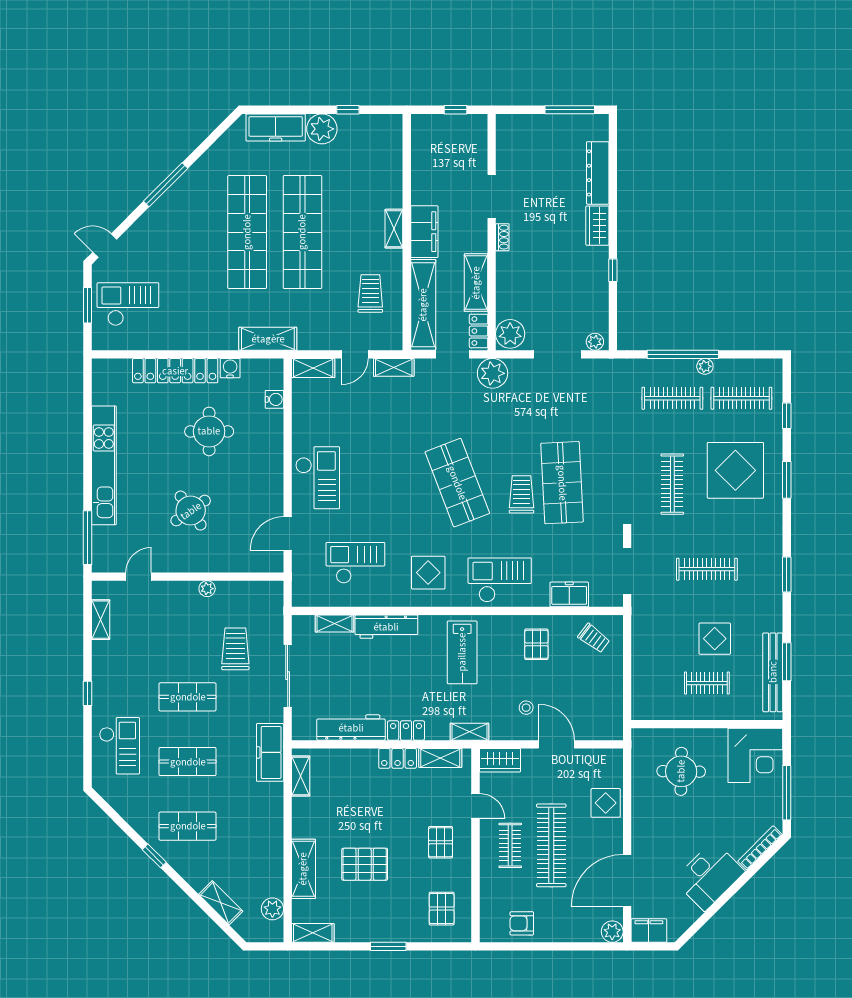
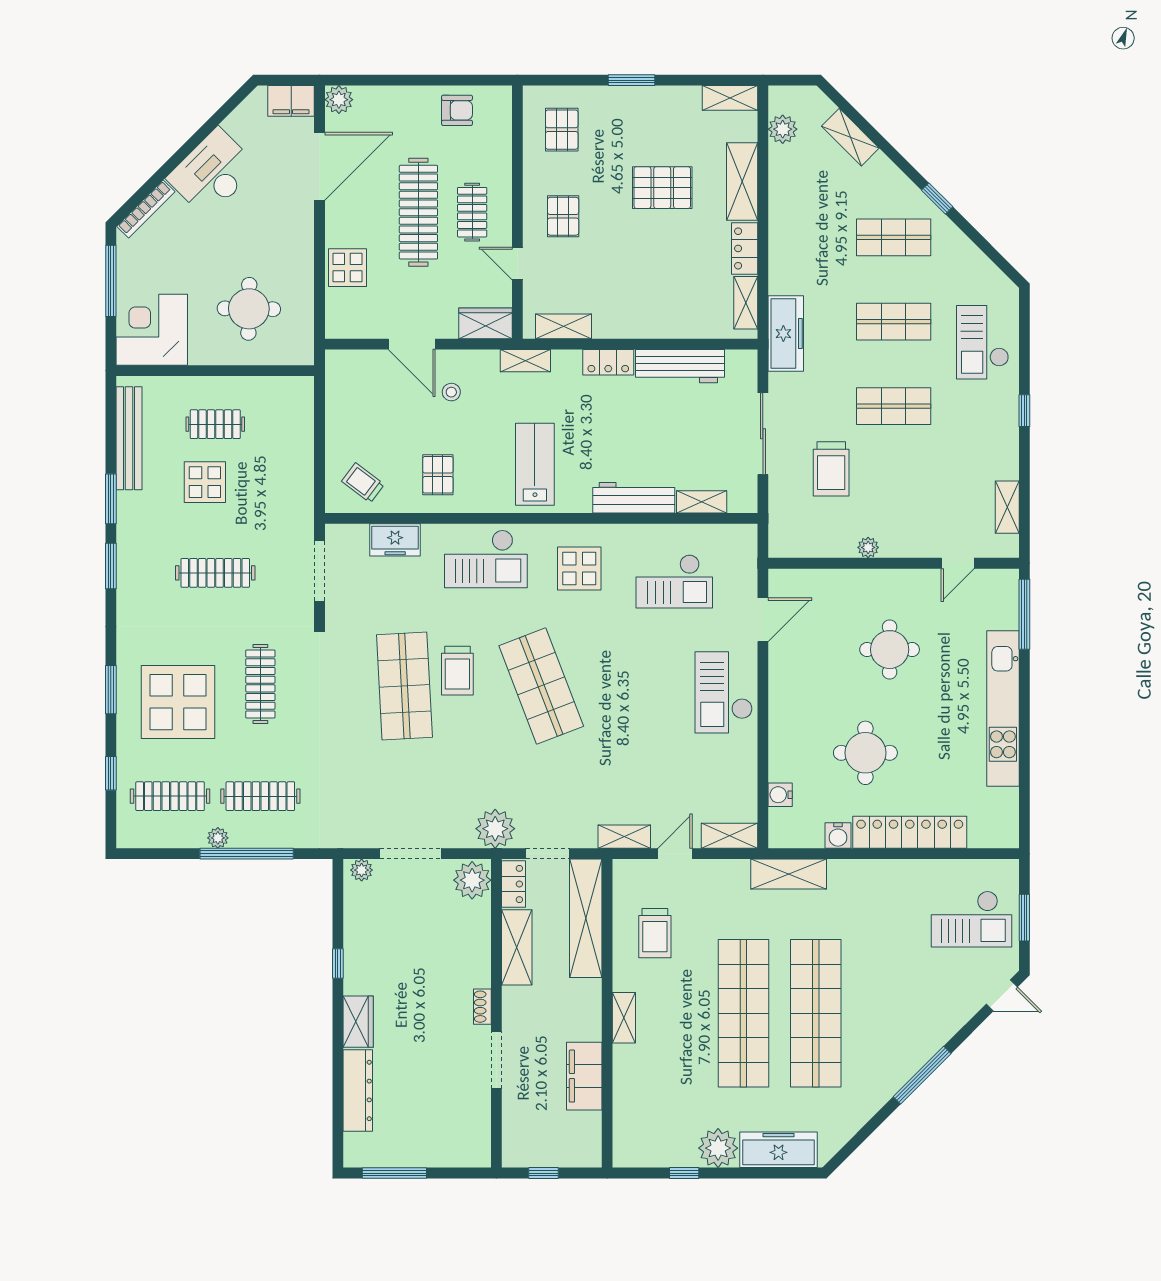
filing cabinet: (424, 232) -> (584, 1076), moved
round table: (191, 511) -> (890, 650), turned 35
window: (787, 662) -> (111, 499), moved
locker: (398, 758) -> (745, 248), moved, turned -90

